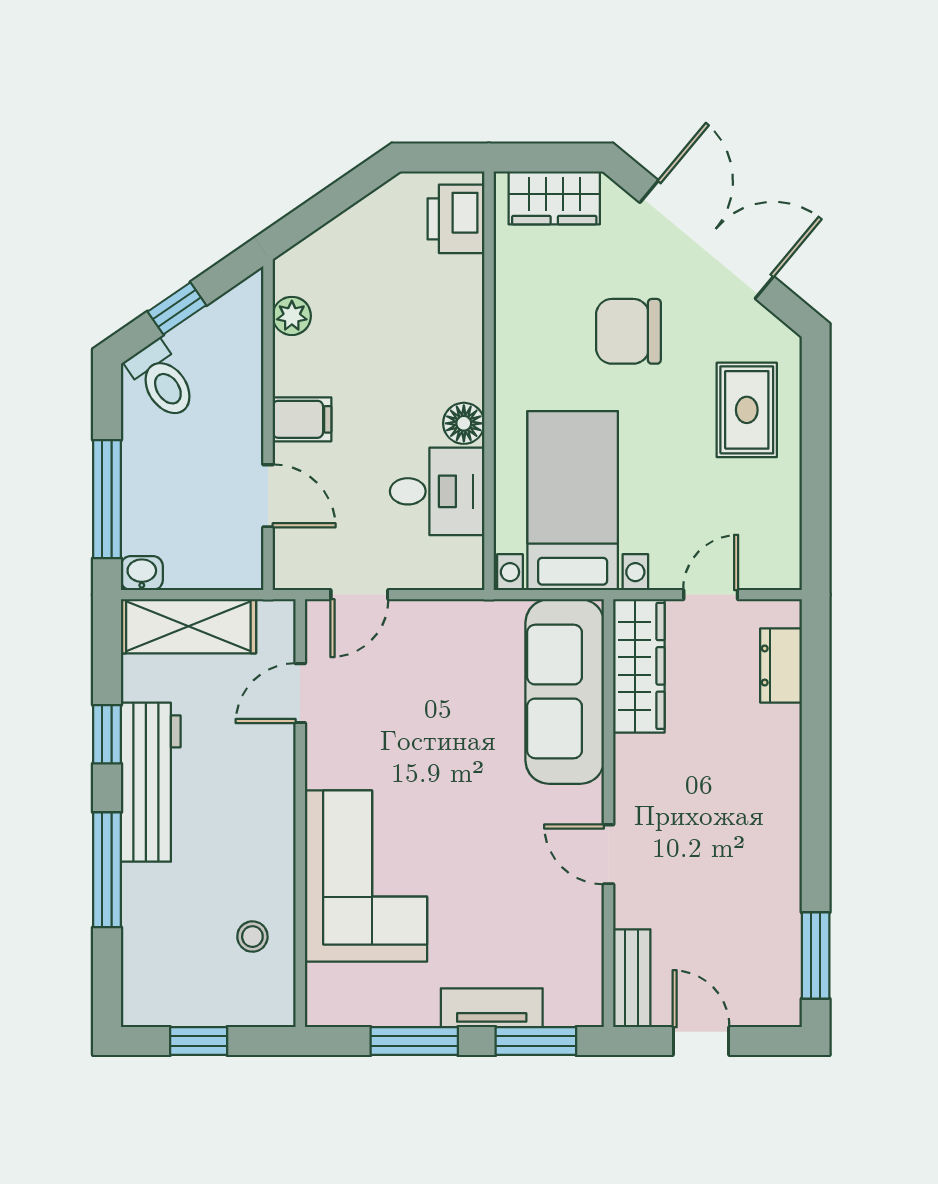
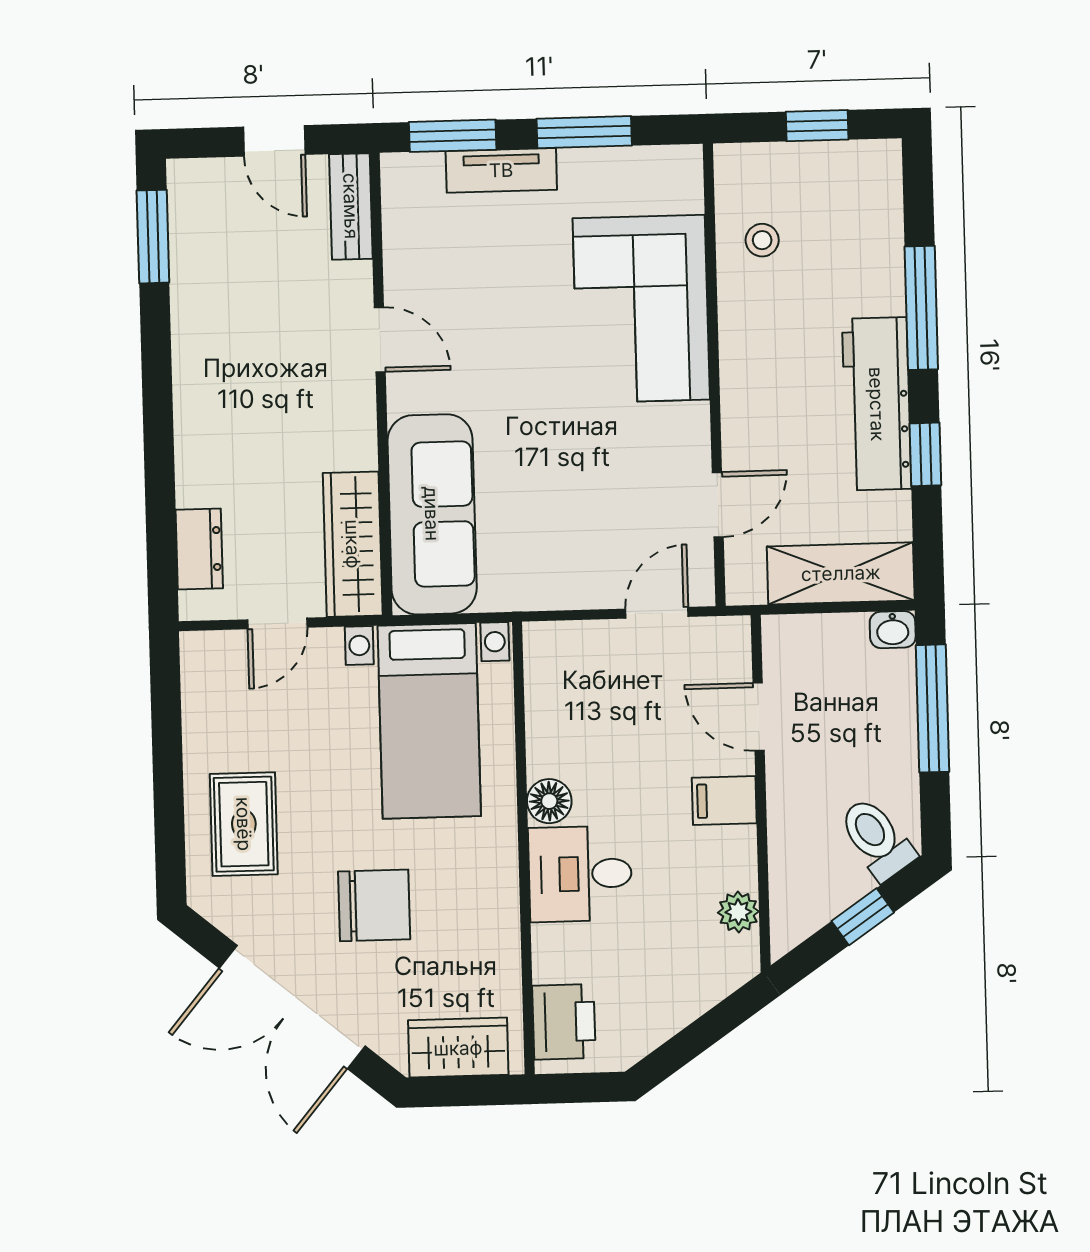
desk: (437, 491) -> (580, 874), moved

